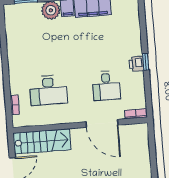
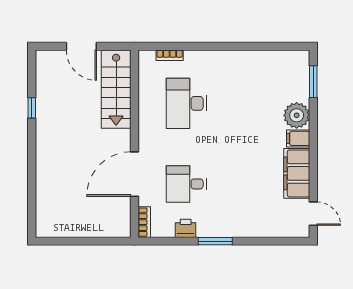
window: (146, 62) -> (215, 241), width x1.50
printer: (137, 64) -> (186, 228), moved

